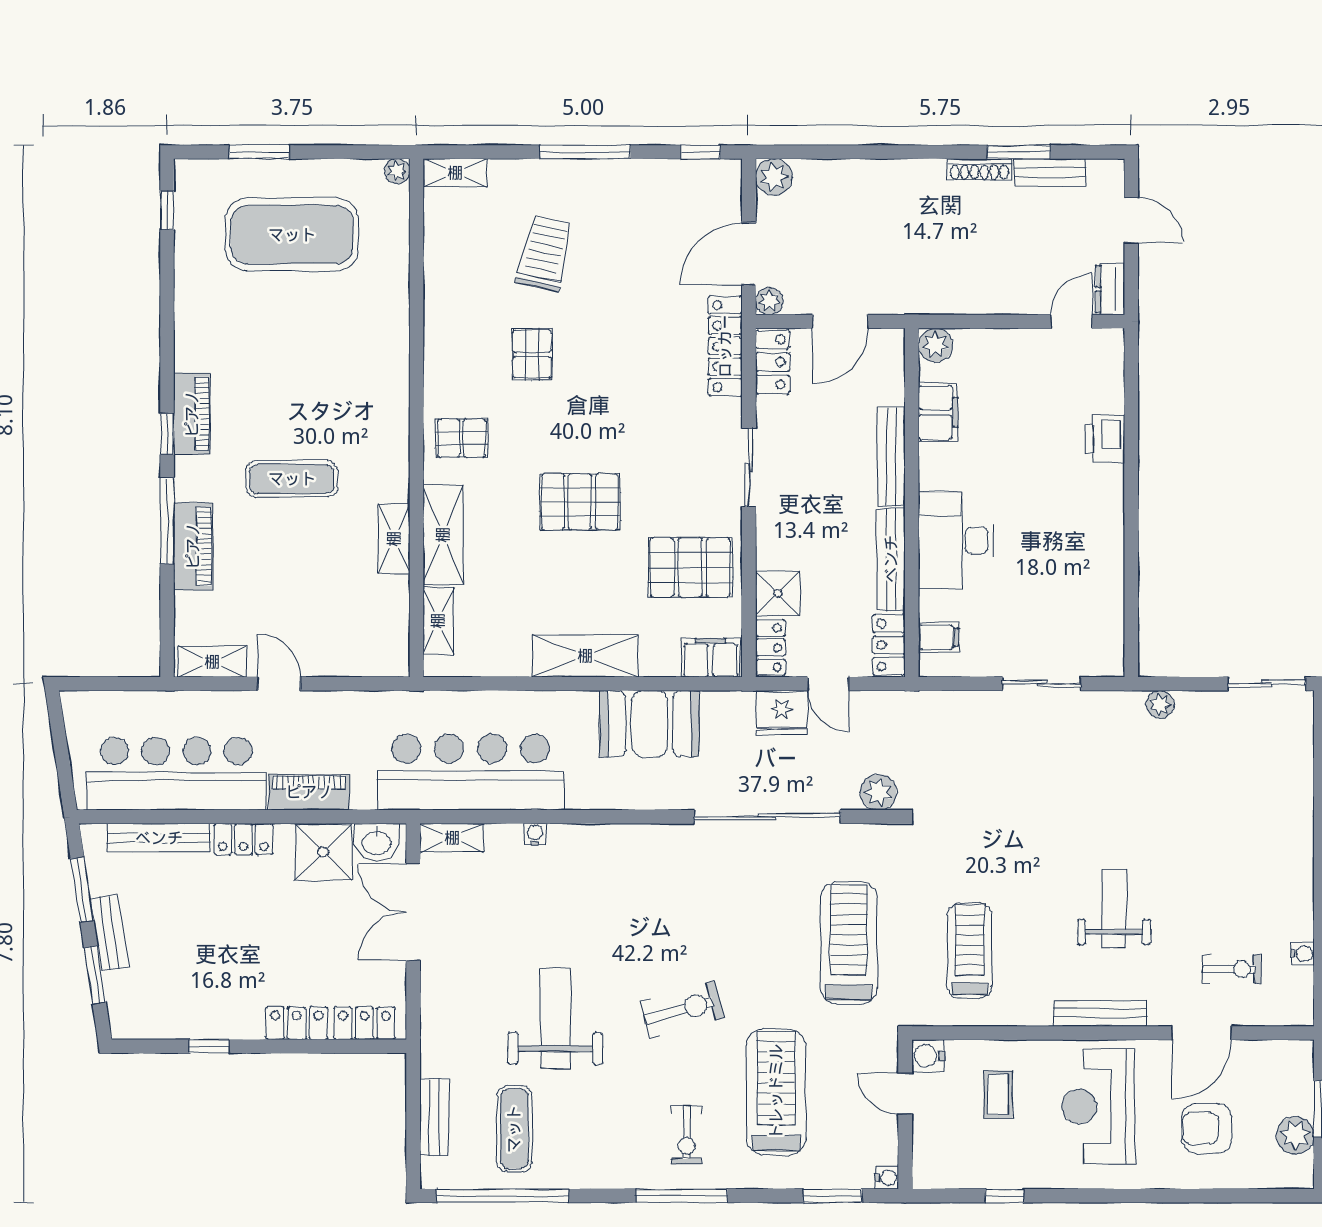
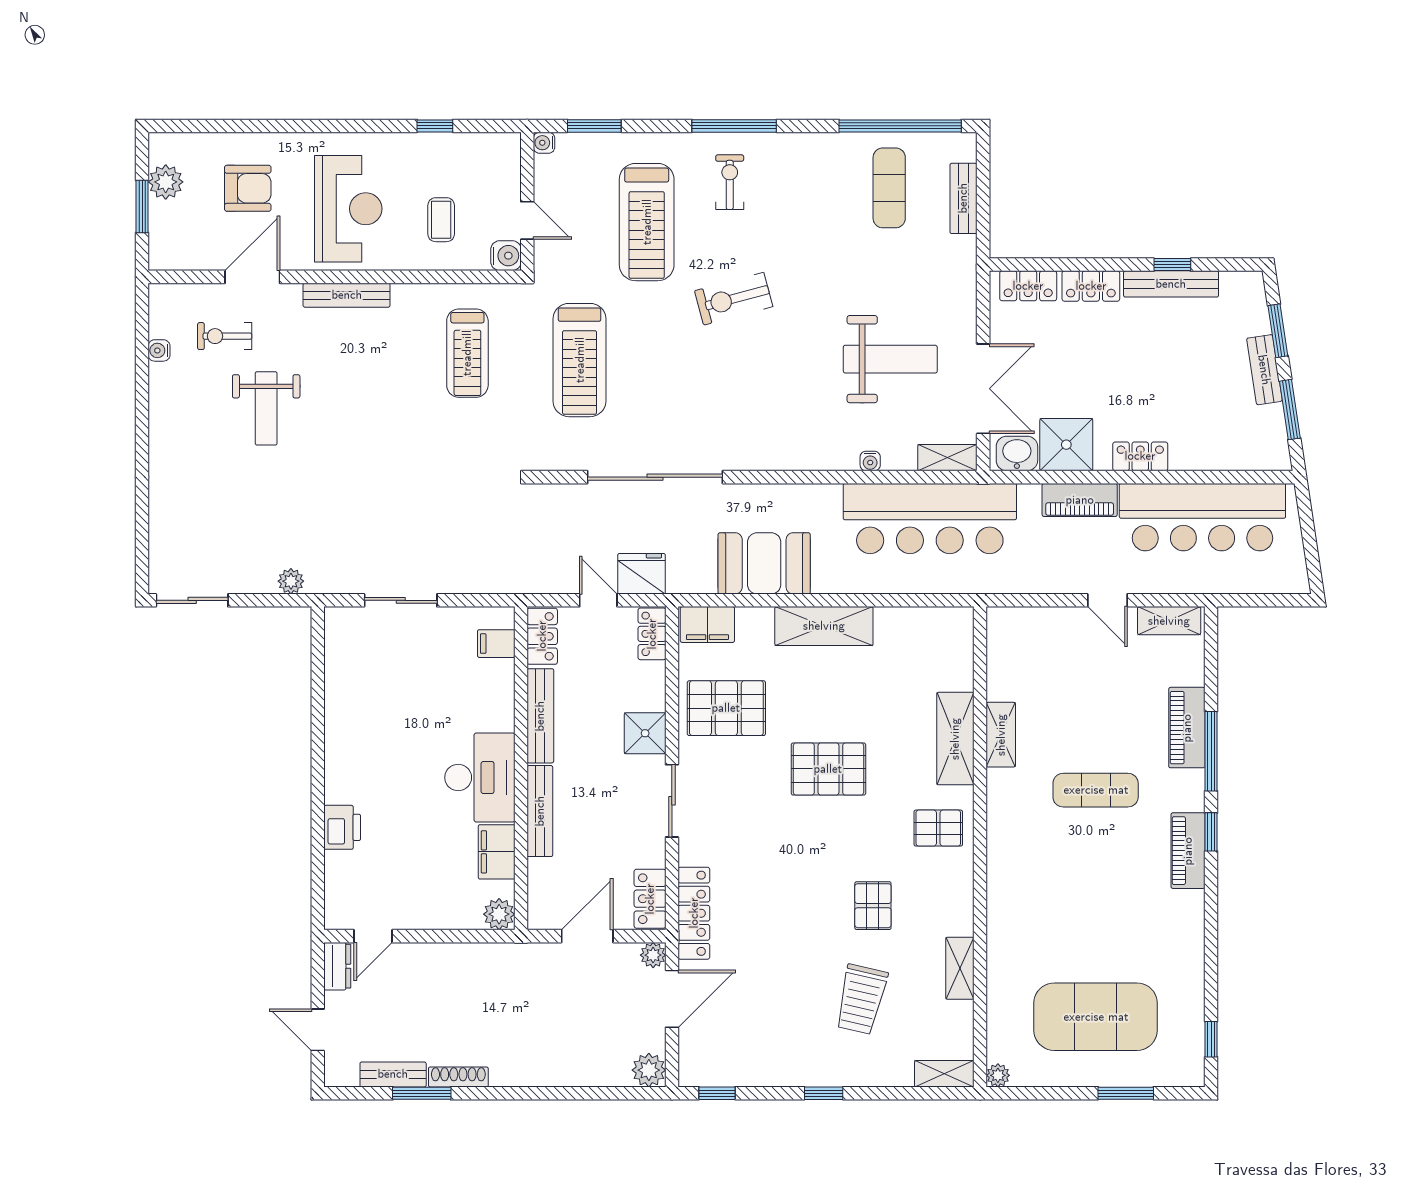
window: (585, 152) -> (824, 1093), width x0.46
desk: (956, 540) -> (480, 778), moved
shower: (778, 593) -> (645, 733), moved
shelving: (438, 621) -> (960, 968), moved
plant: (878, 792) -> (552, 500), removed
bench: (159, 838) -> (1171, 284), moved
weight bench: (1114, 908) -> (266, 408), moved
weight bench: (555, 1018) -> (890, 359), moved, turned -90

